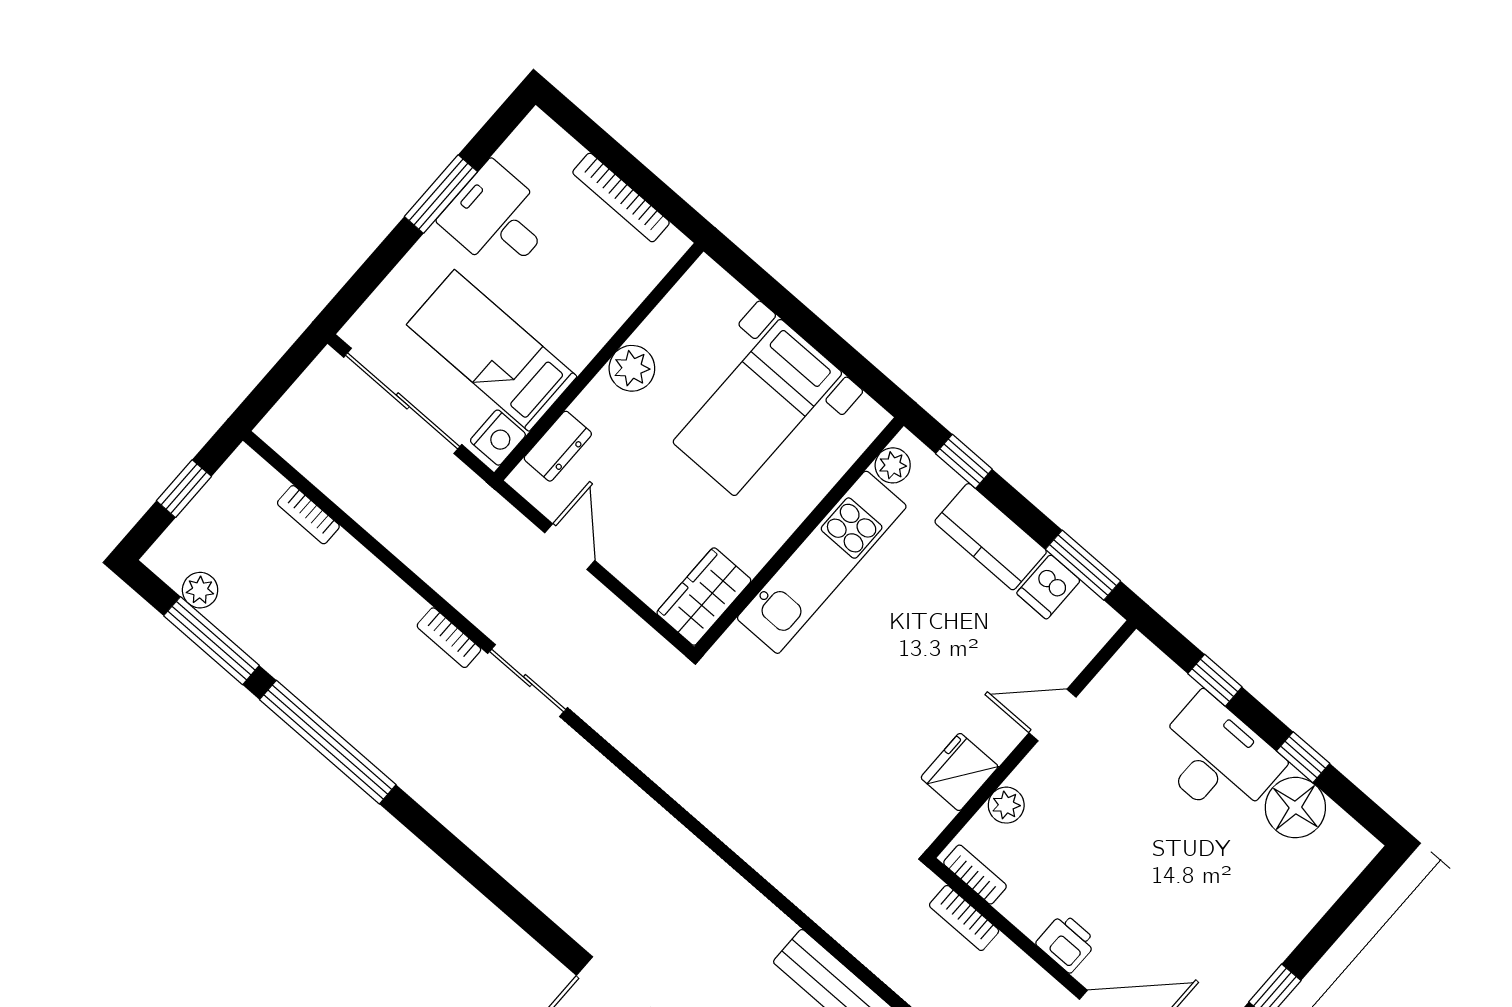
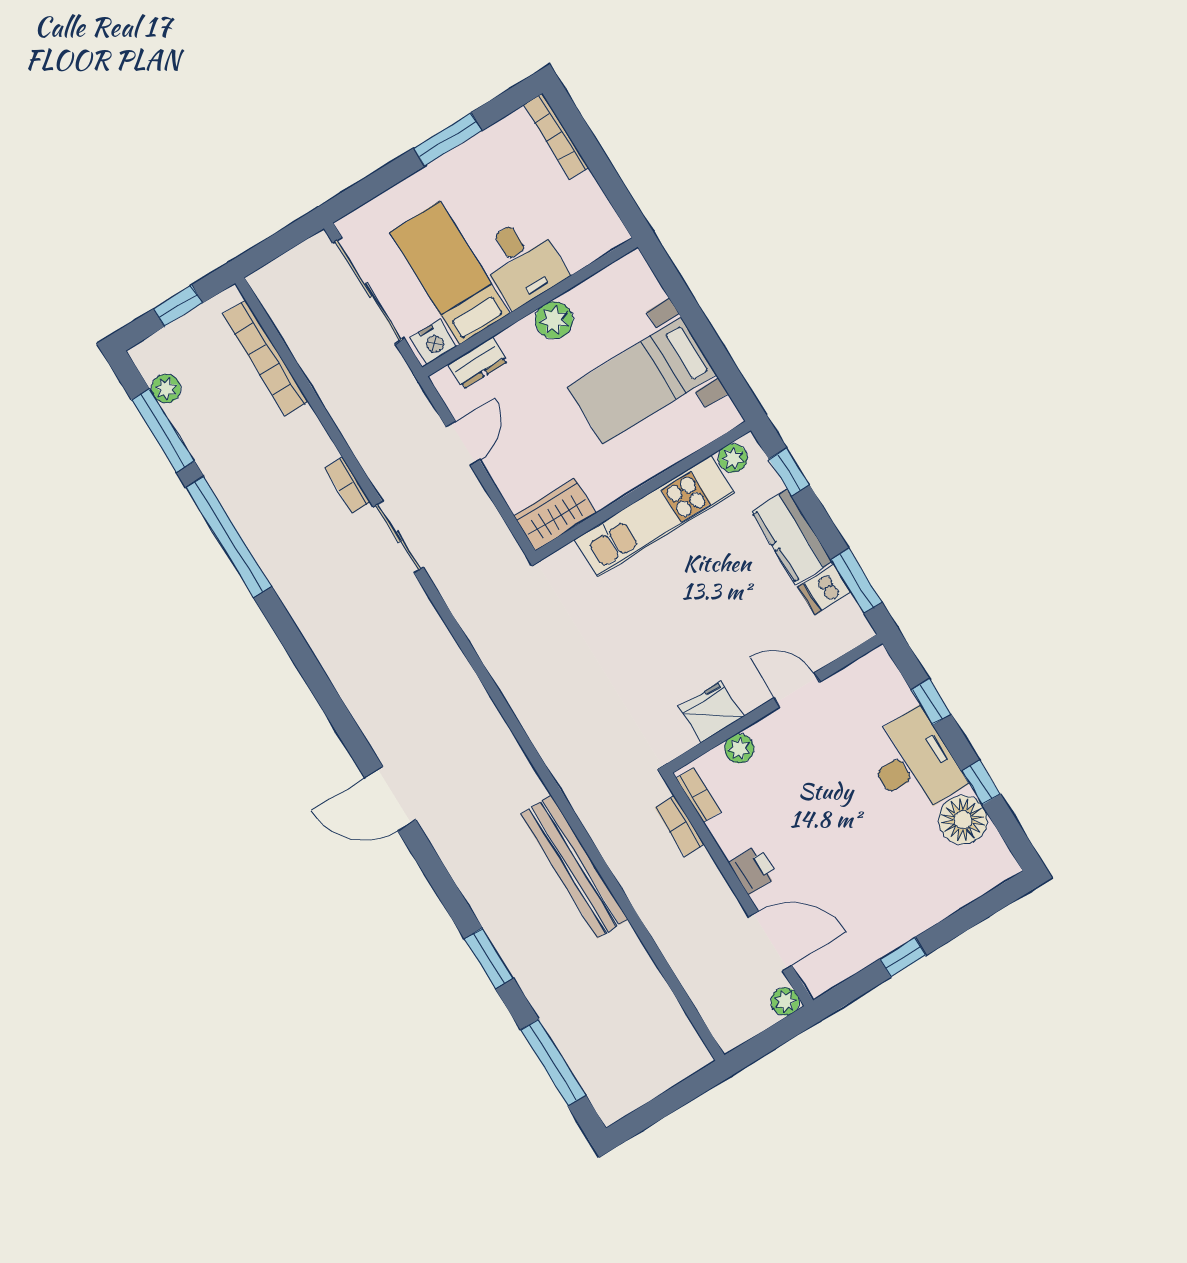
bookcase: (621, 197) -> (556, 136), moved
desk: (497, 219) -> (522, 262), moved, turned 180
bookcase: (308, 515) -> (265, 358), width x2.31, depth x1.31

